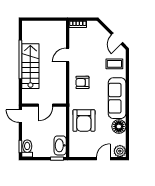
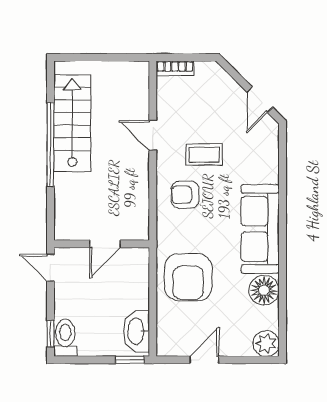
door: (68, 55) -> (153, 135), hinge flipped
coffee table: (114, 64) -> (204, 155), moved
stairs: (30, 66) -> (72, 123), moved
door: (103, 159) -> (204, 360), moved

